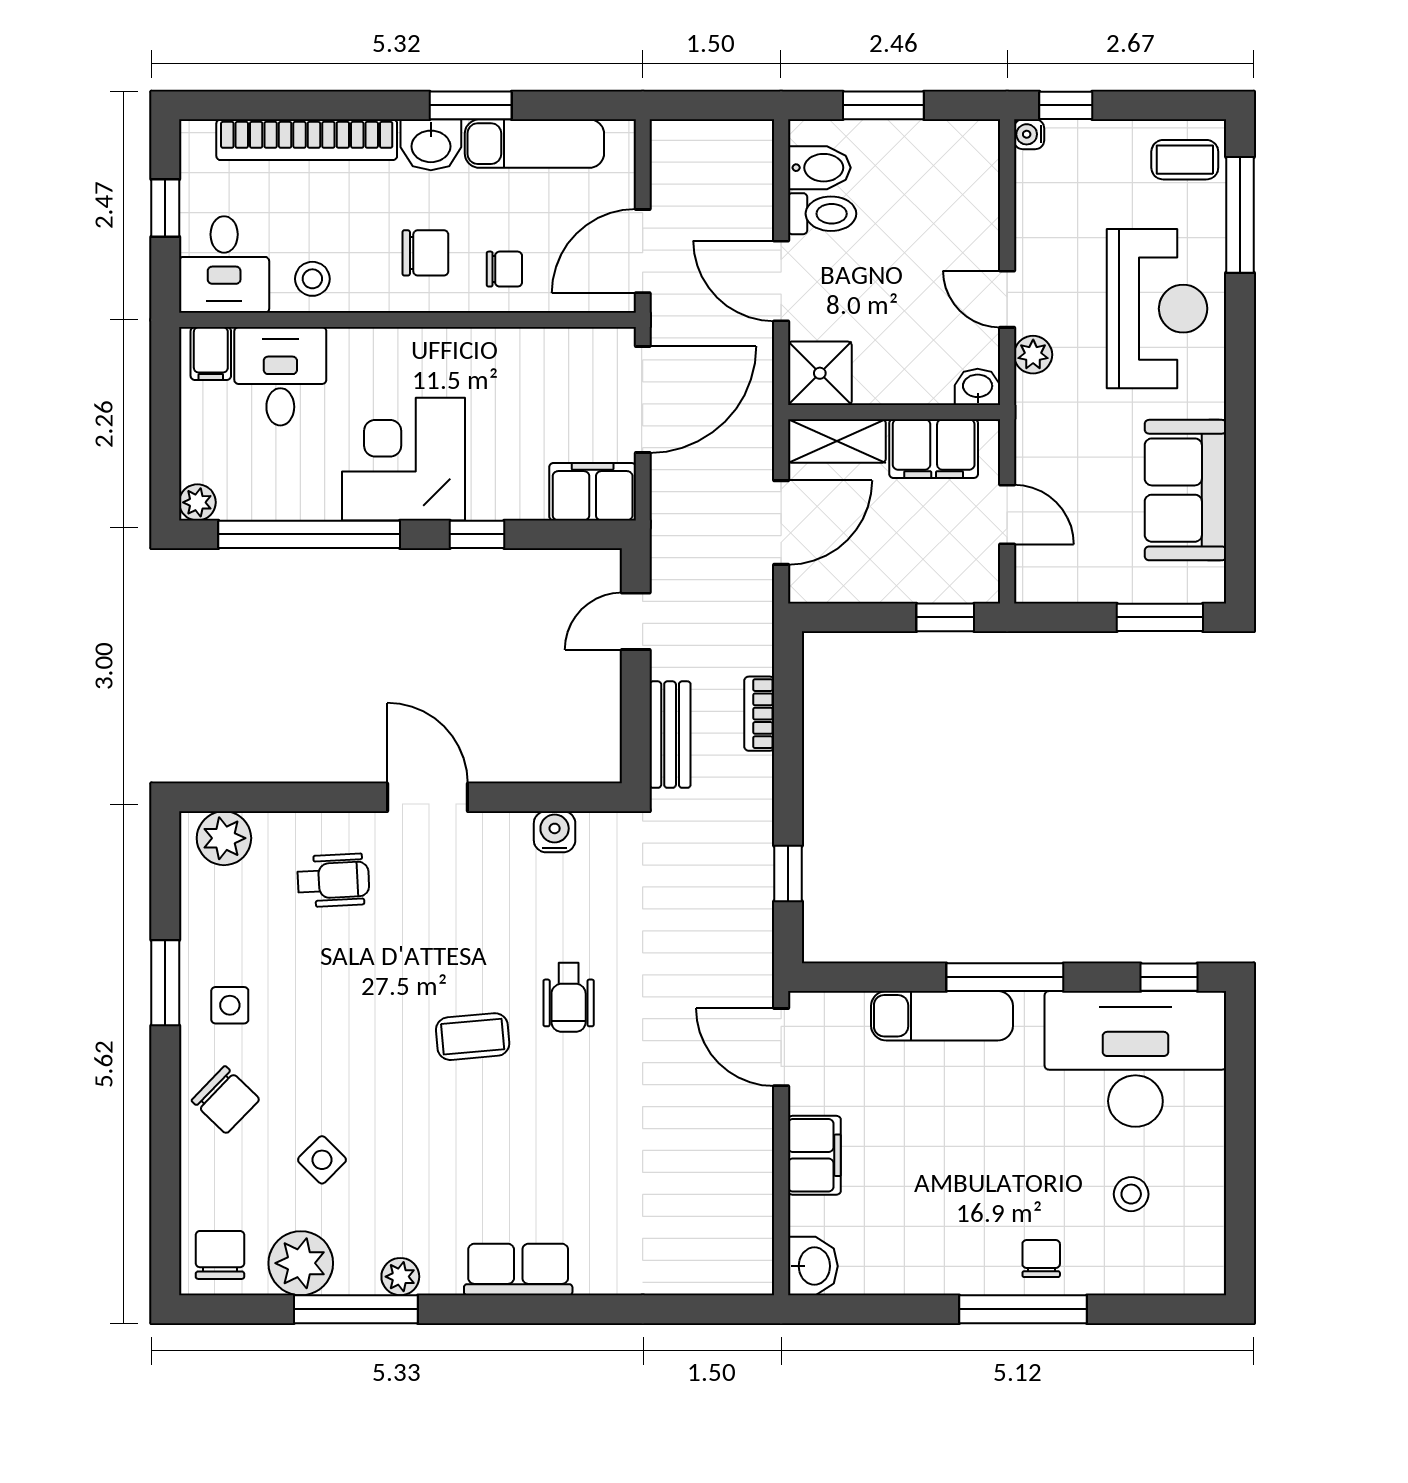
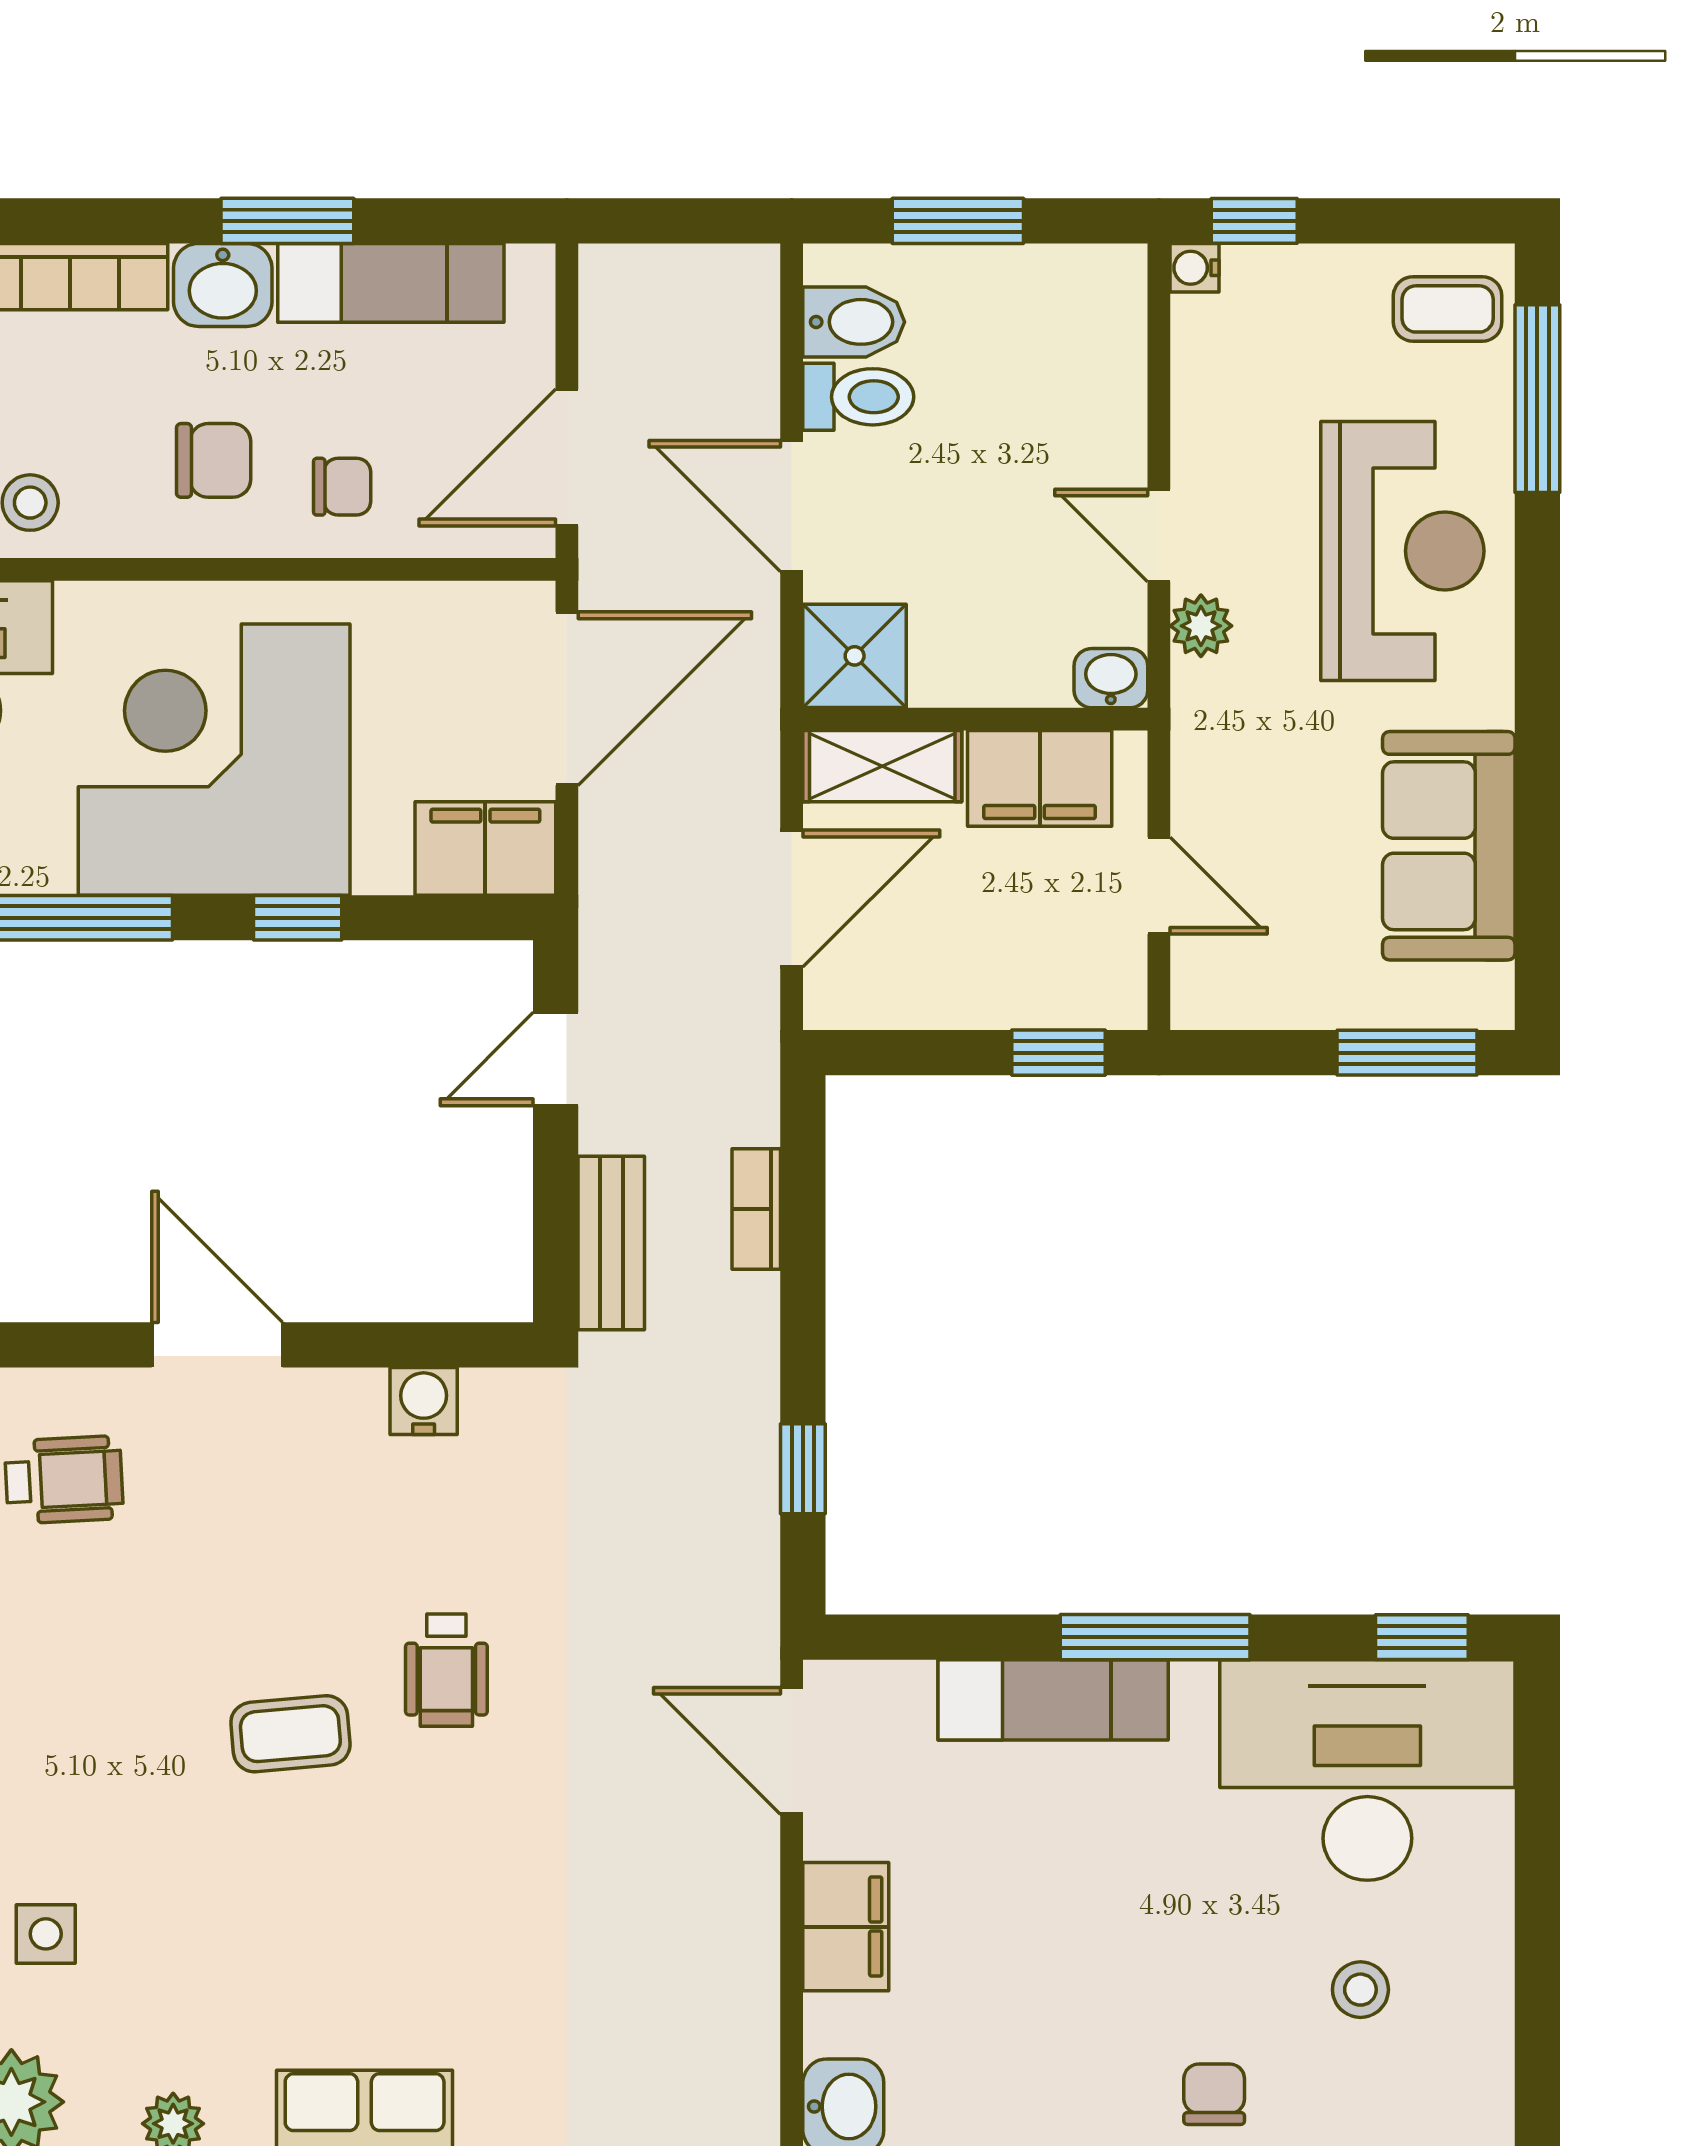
corner desk: (403, 459) -> (214, 760), width x1.36, depth x1.36
side table: (322, 1160) -> (46, 1934), turned 45

